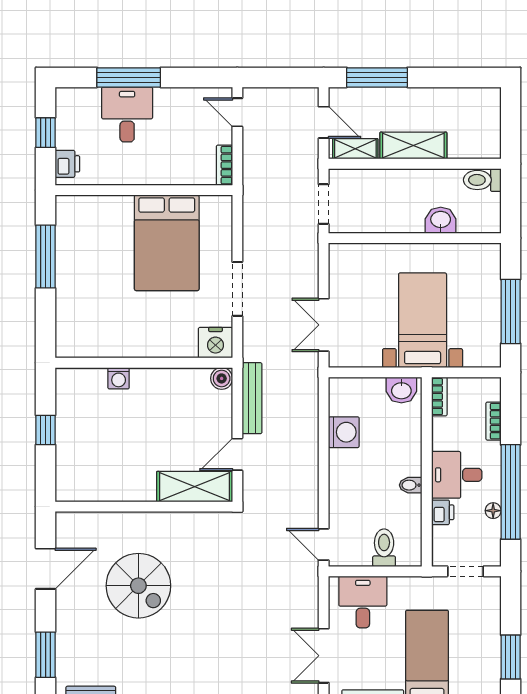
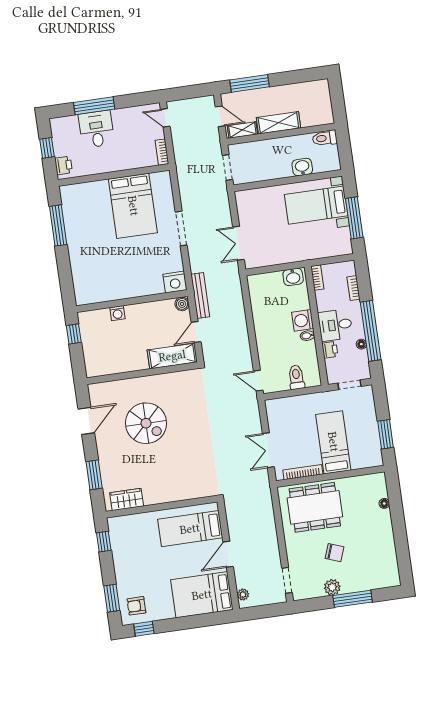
bed with nightstands: (423, 320) -> (316, 205), moved, turned -90
nightstand: (215, 343) -> (175, 282), moved
wall: (144, 363) -> (132, 301), moved
washing machine: (119, 378) -> (117, 313), moved
boiler: (222, 378) -> (182, 304), moved
washing machine: (344, 432) -> (303, 320), moved, turned 180
desk: (363, 602) -> (288, 413), removed

